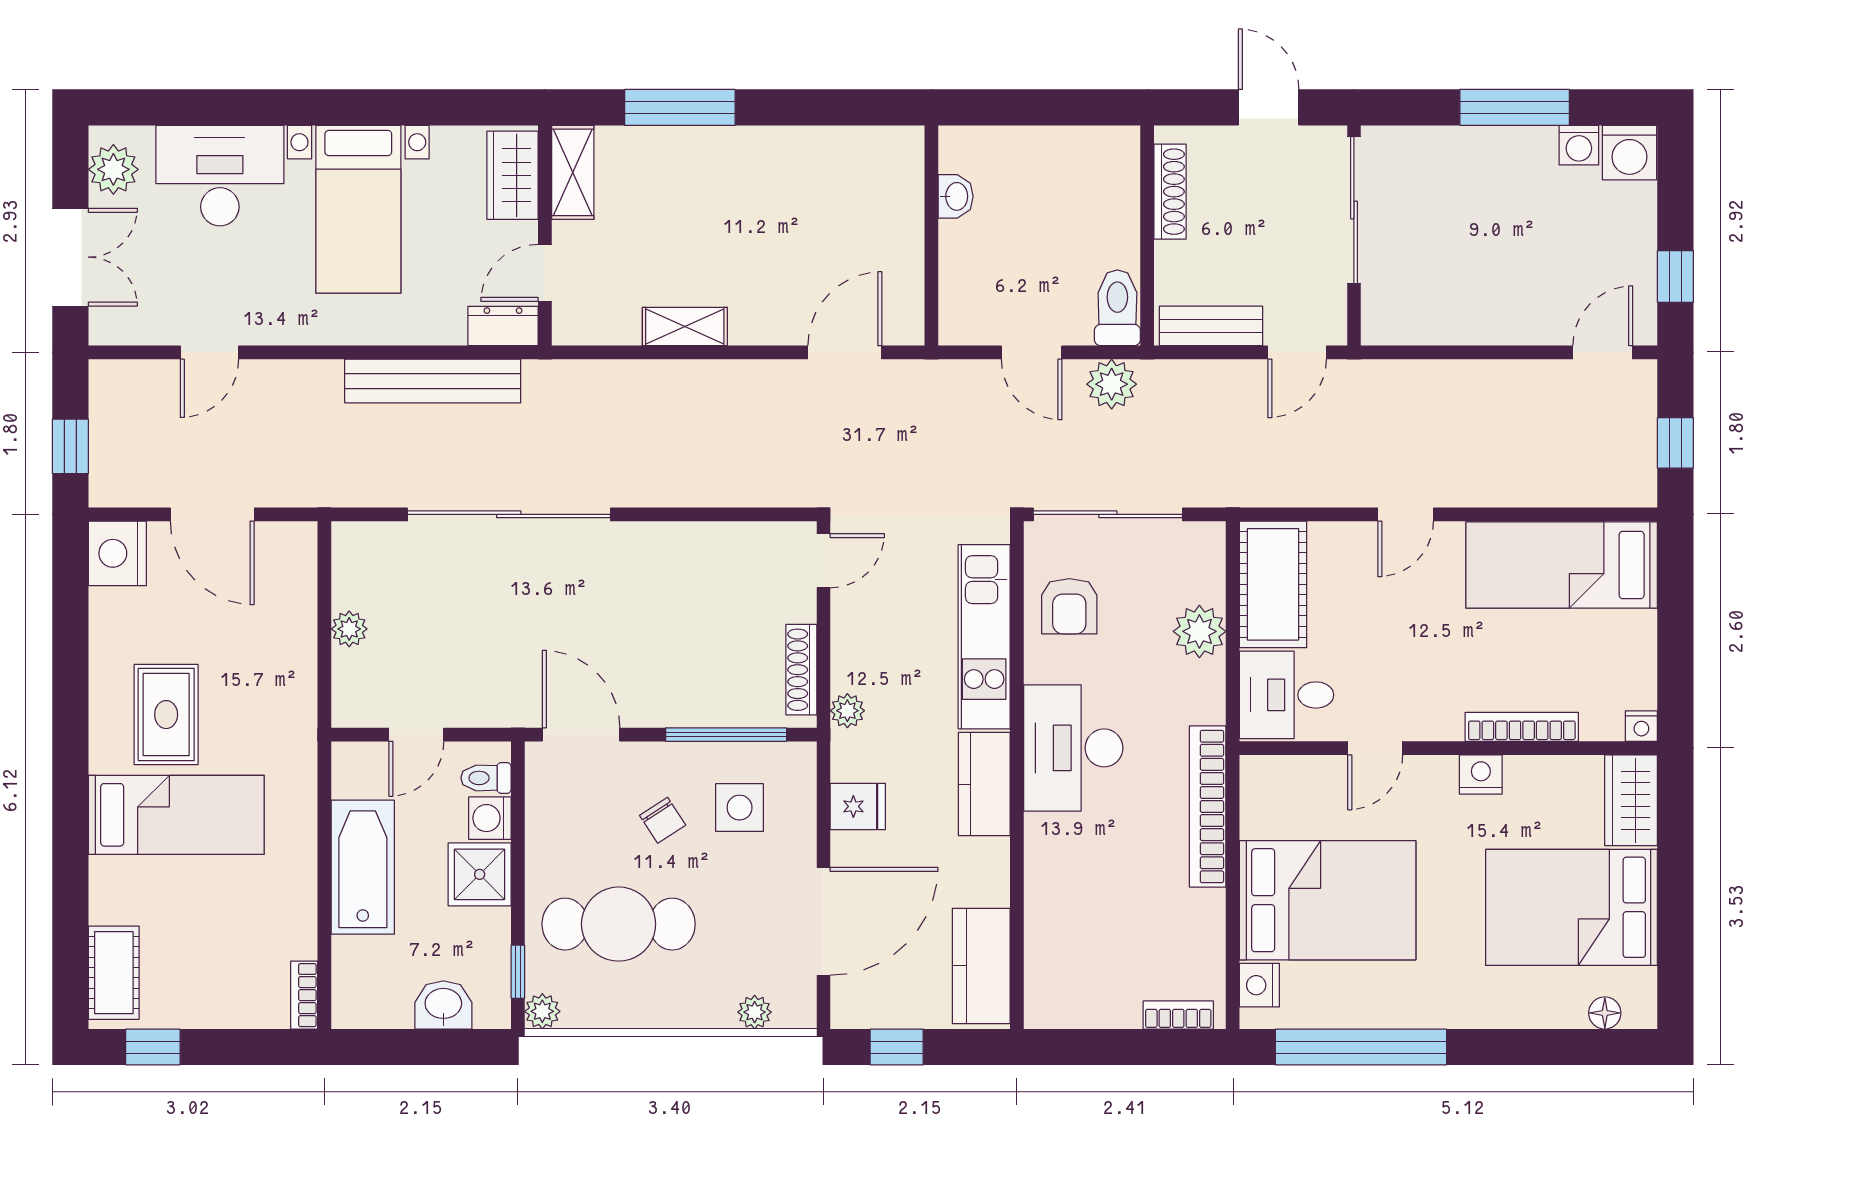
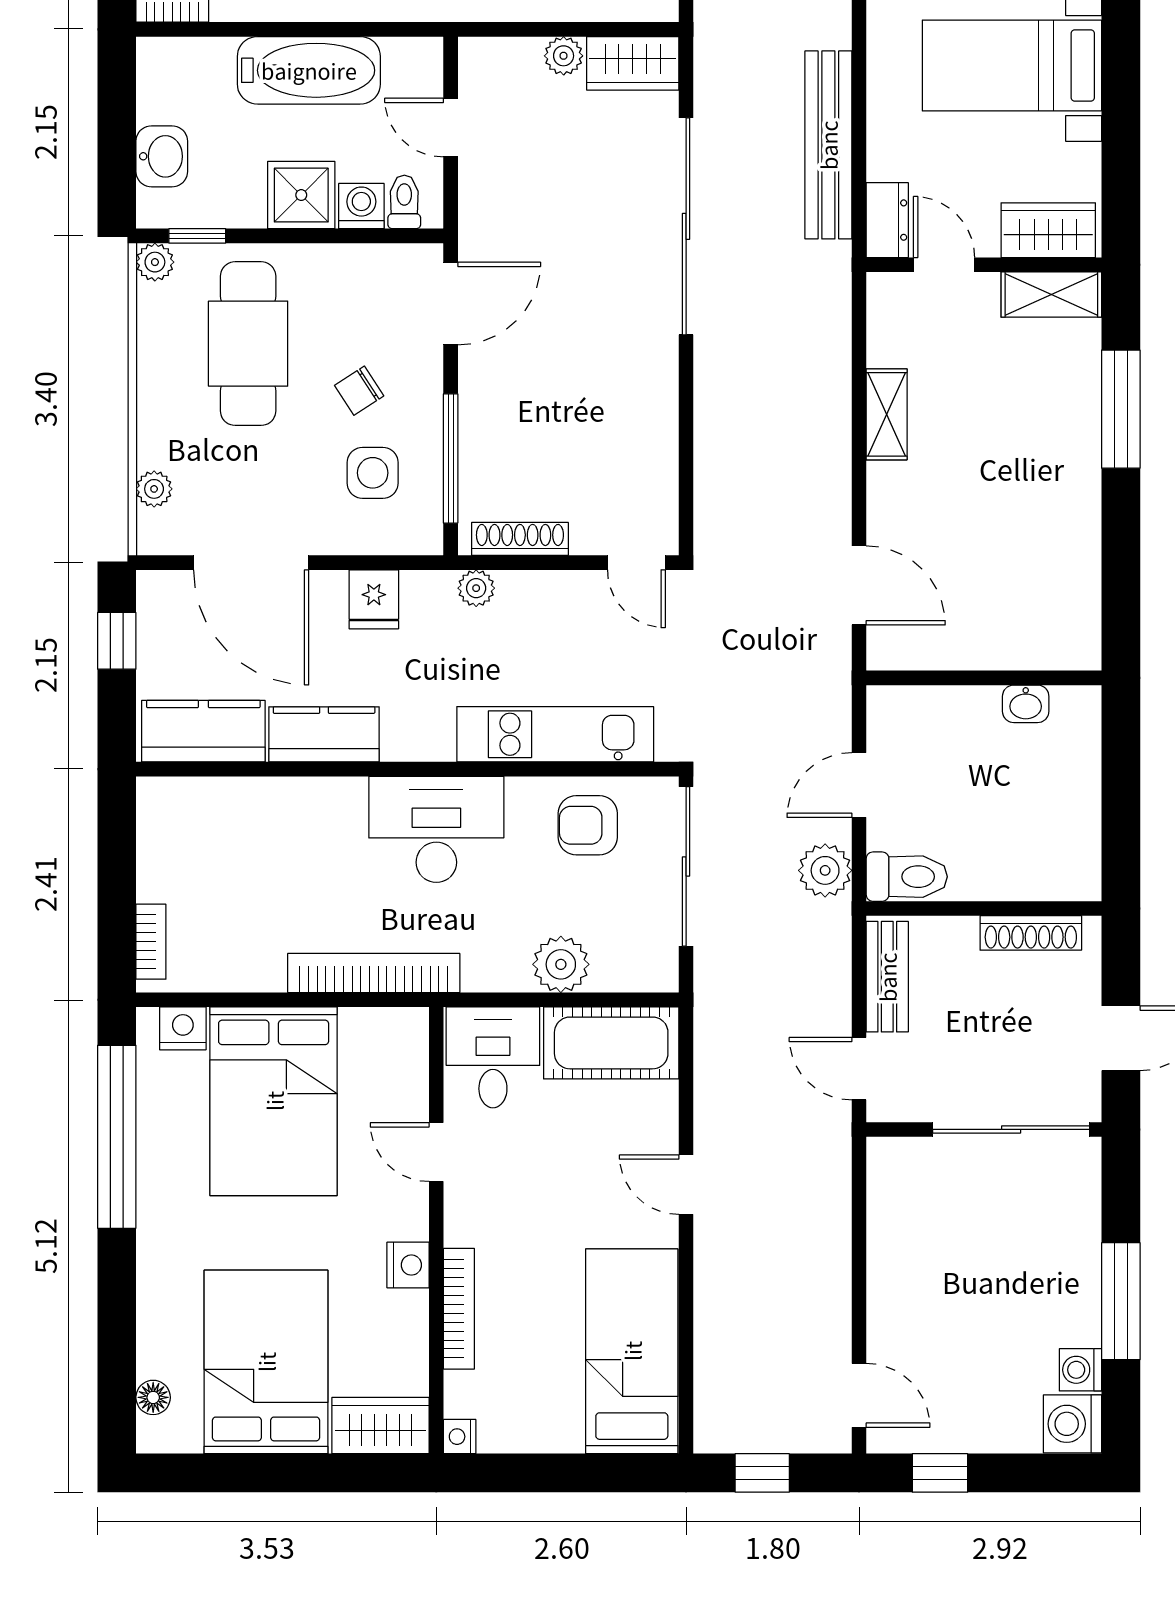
wardrobe: (356, 564) -> (633, 63), added
kitchen counter: (984, 784) -> (324, 734), moved

